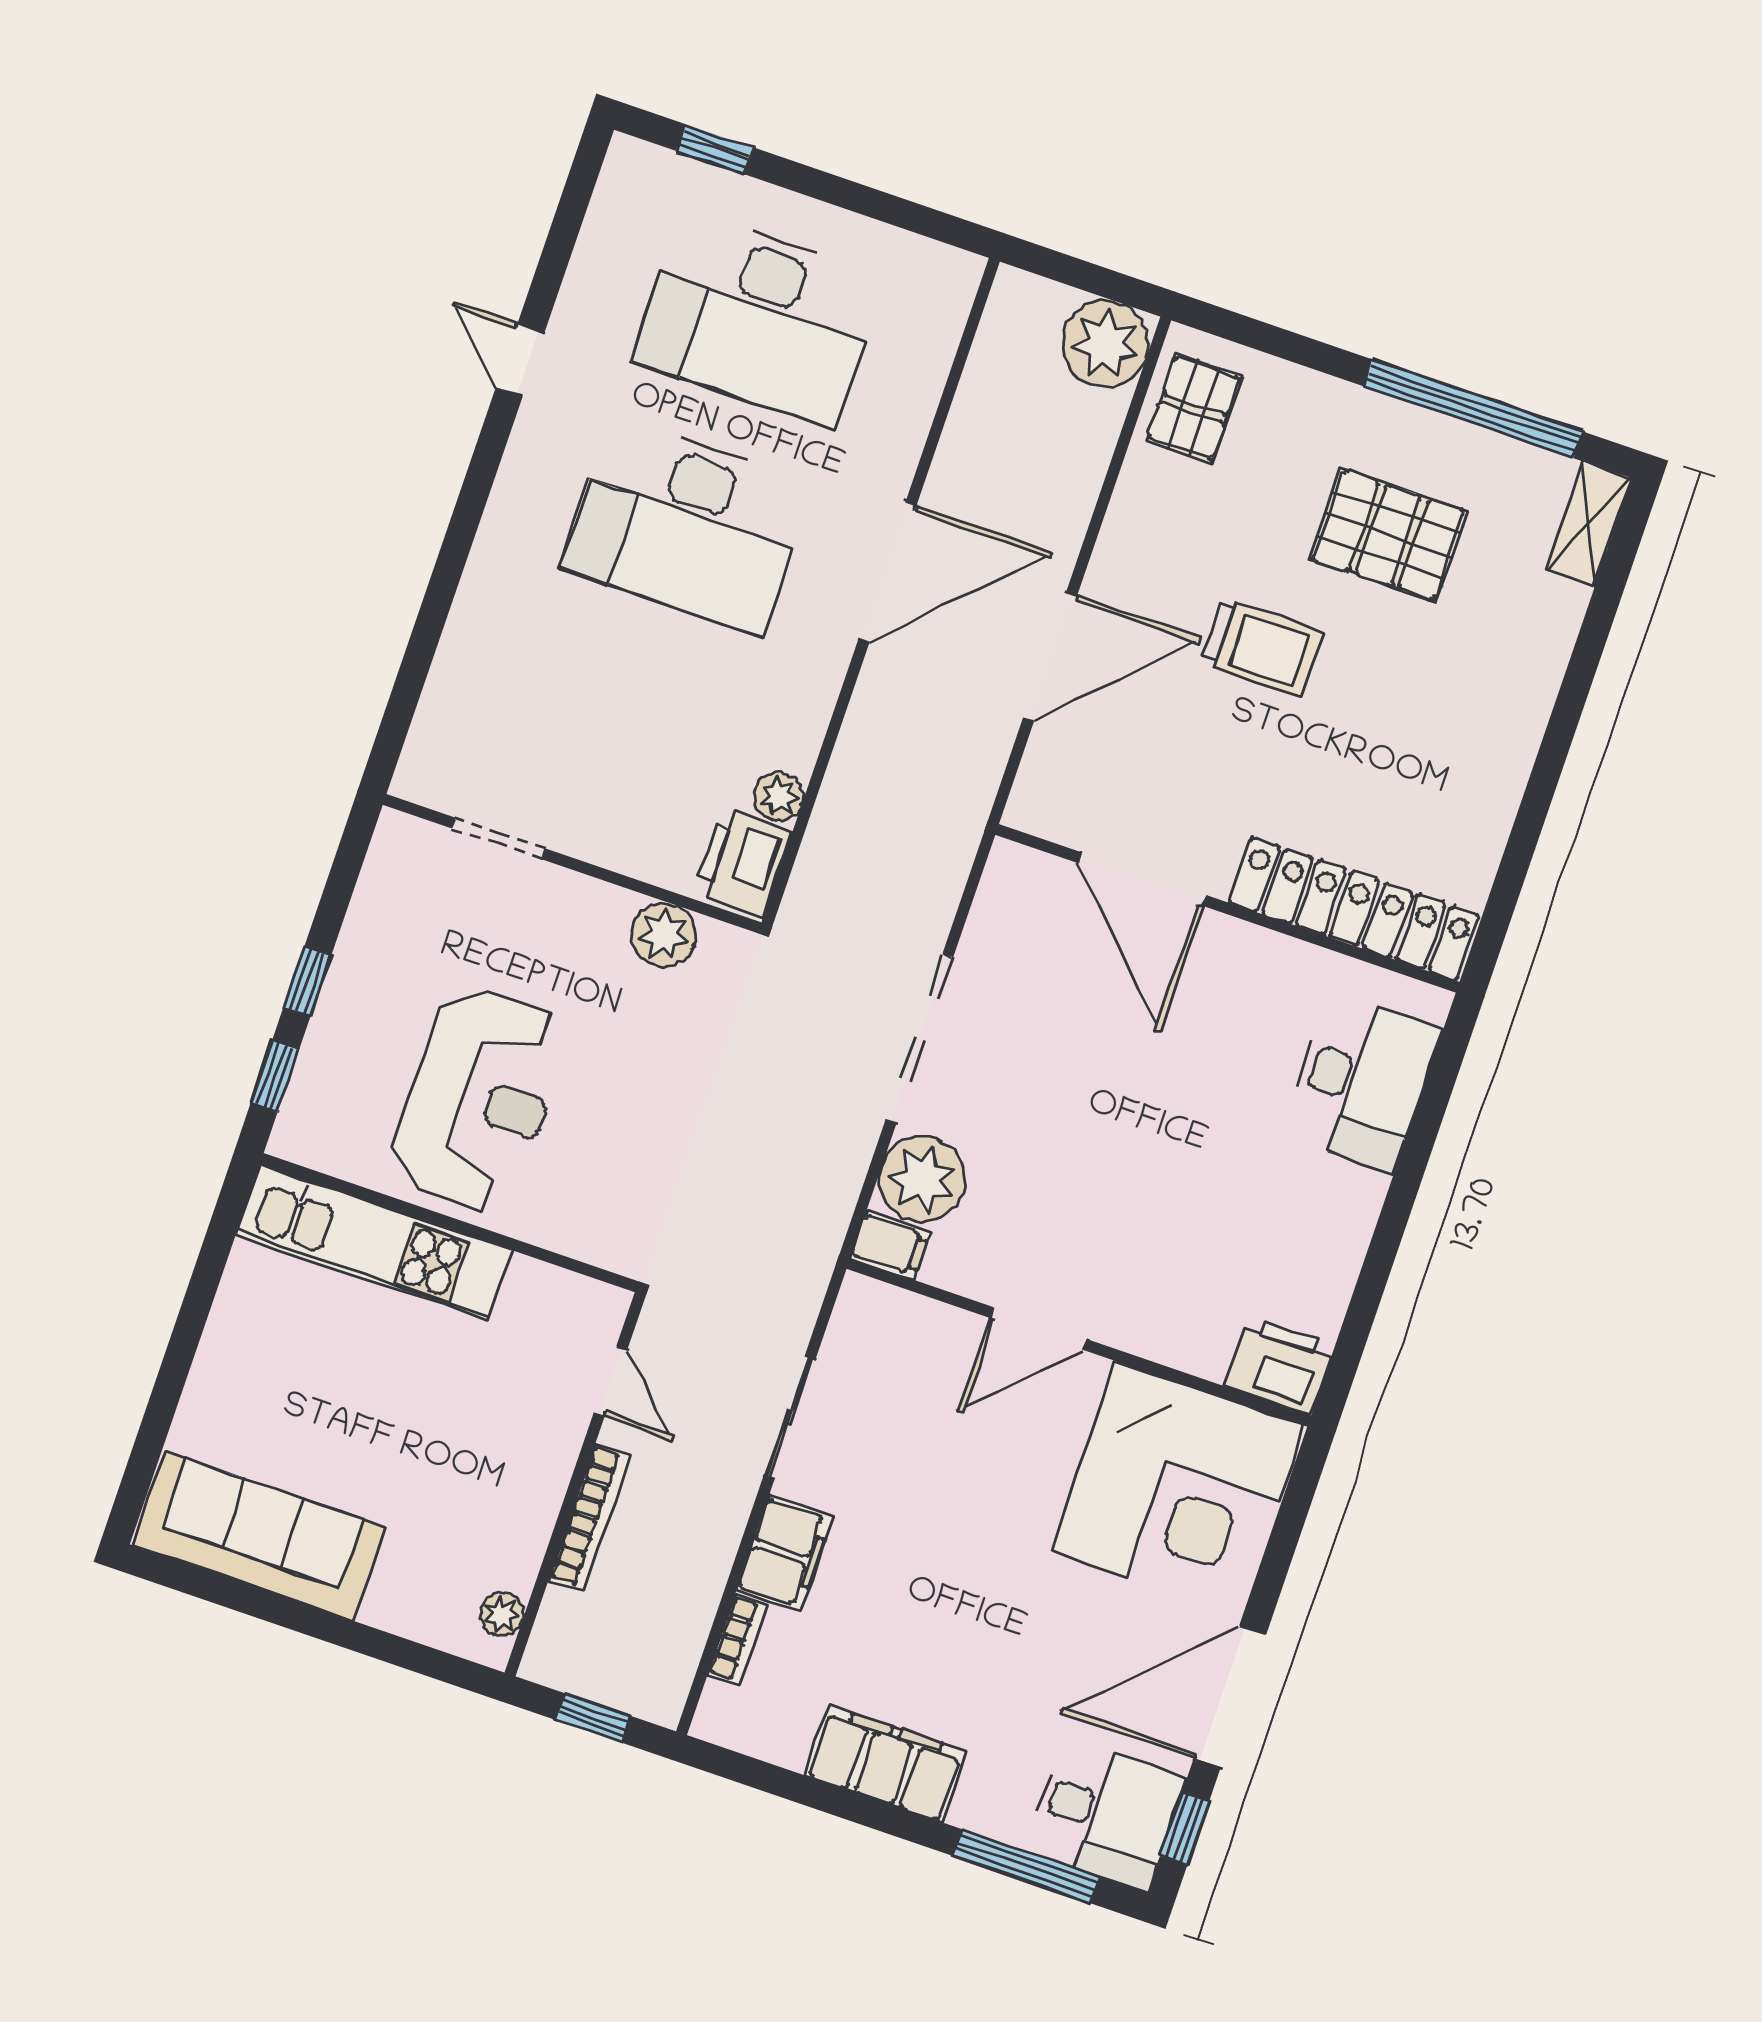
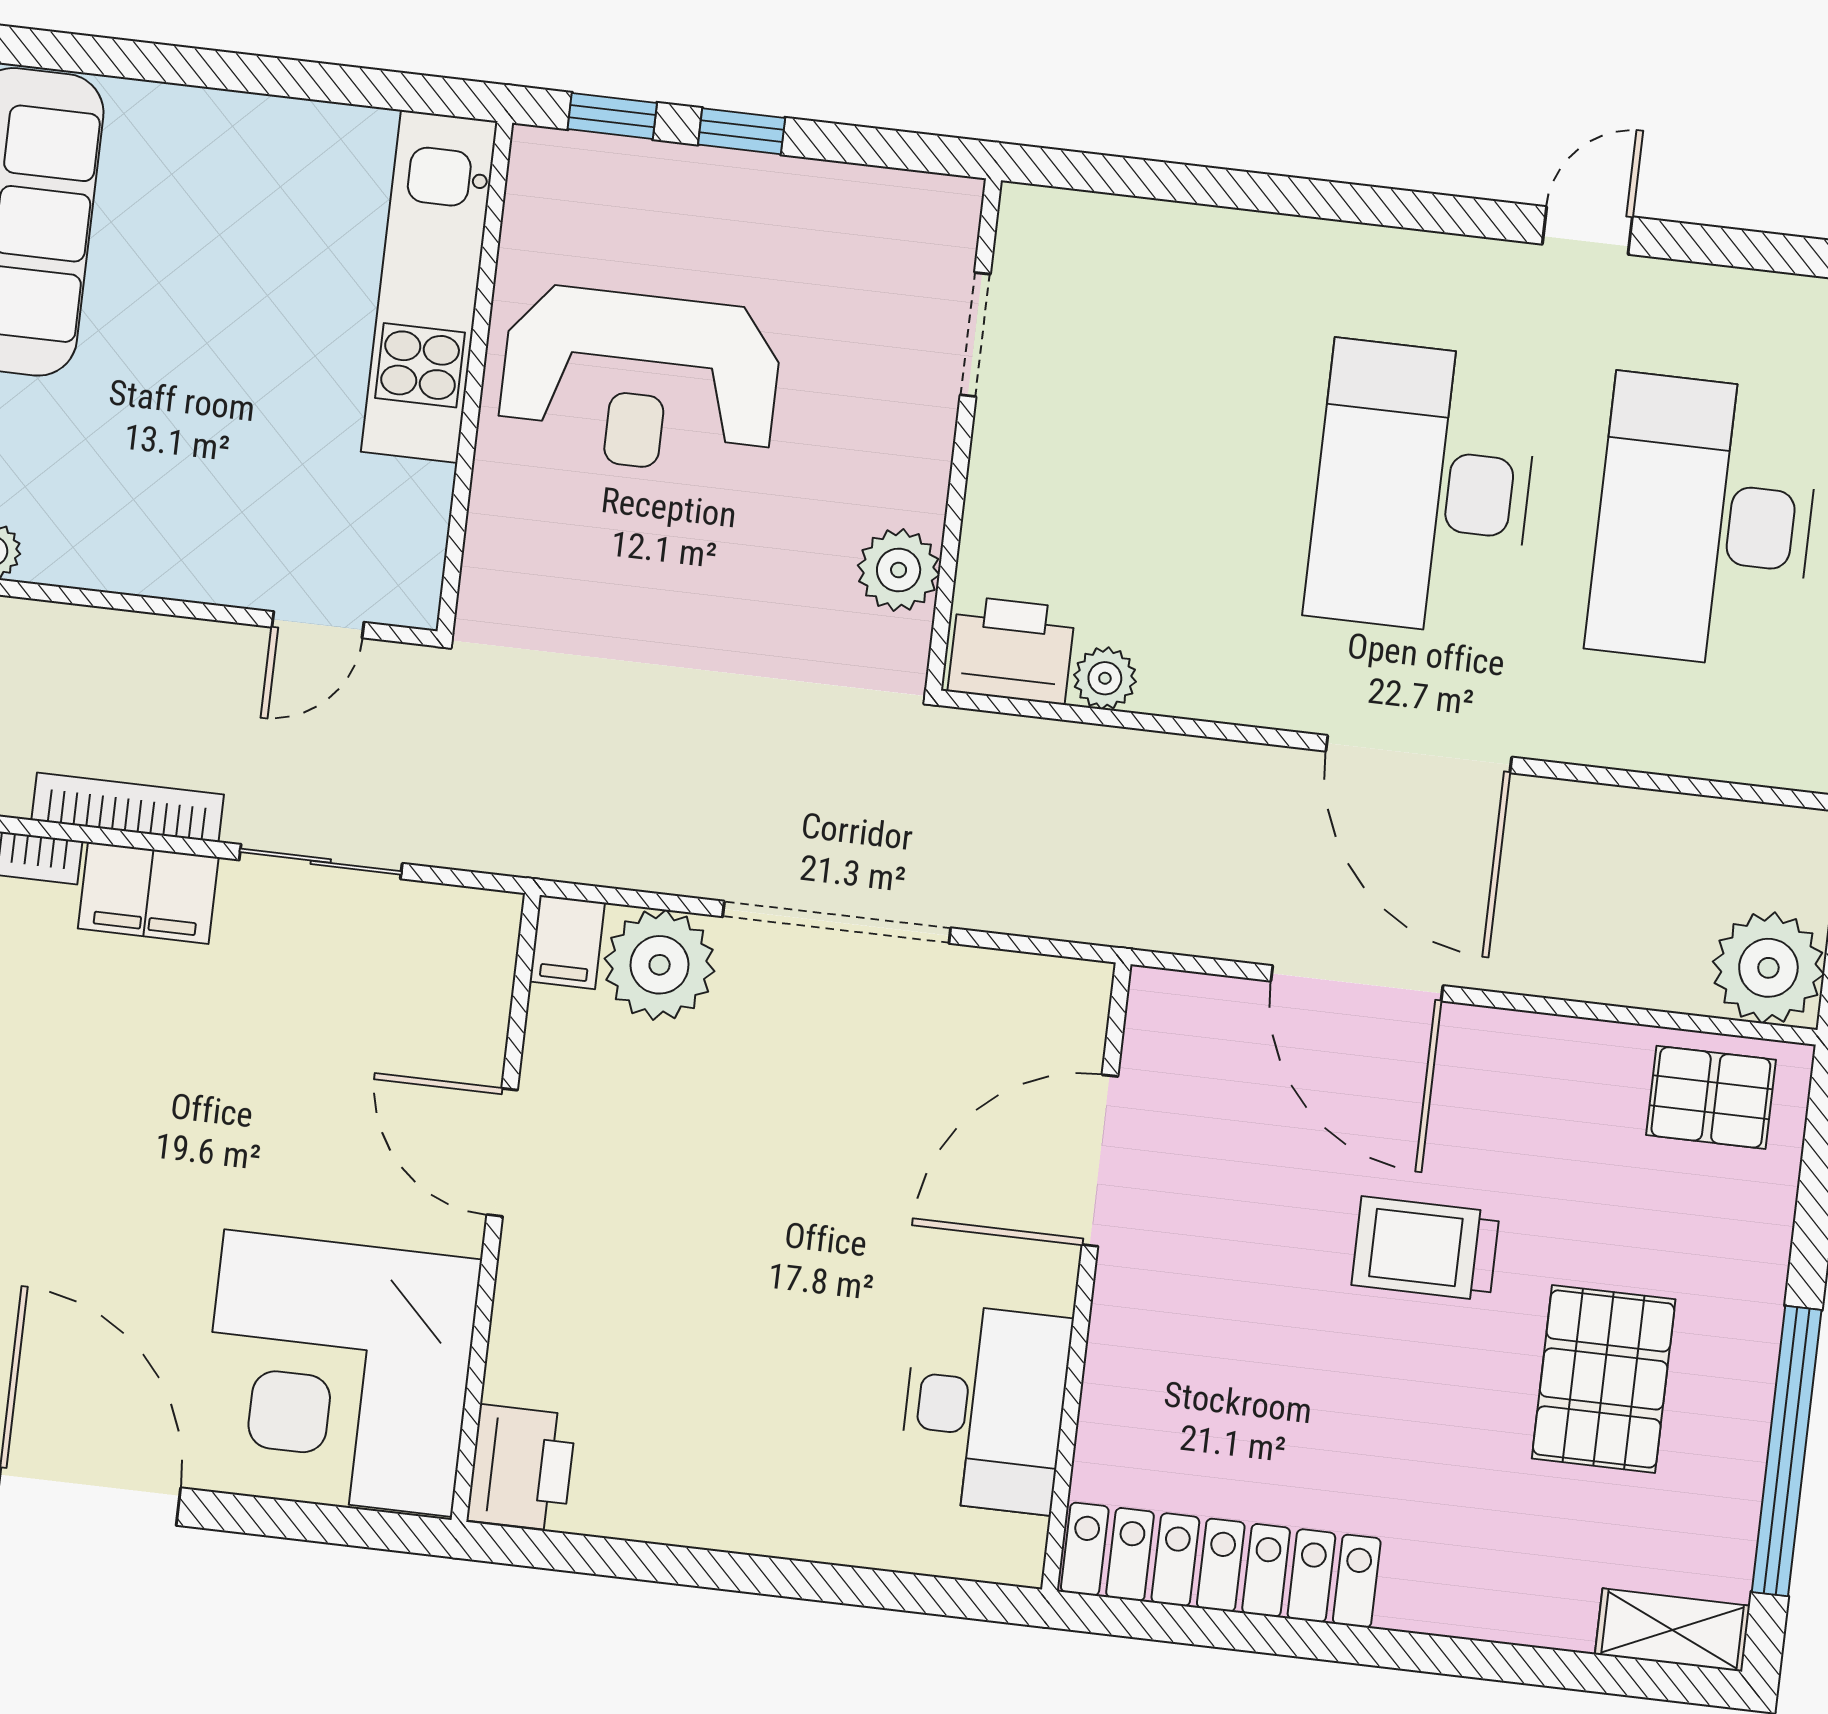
trolley: (1261, 648) -> (1425, 1249), turned 90
locker: (1354, 909) -> (1221, 1565), moved, turned -90
desk: (1362, 1082) -> (985, 1408), moved, turned -90
bookcase: (589, 1518) -> (128, 807), moved, turned 180

